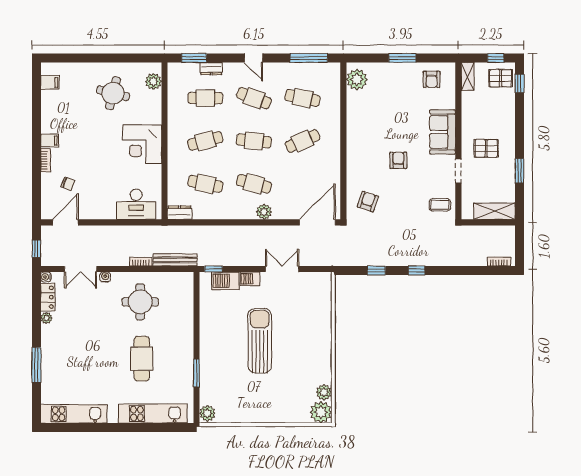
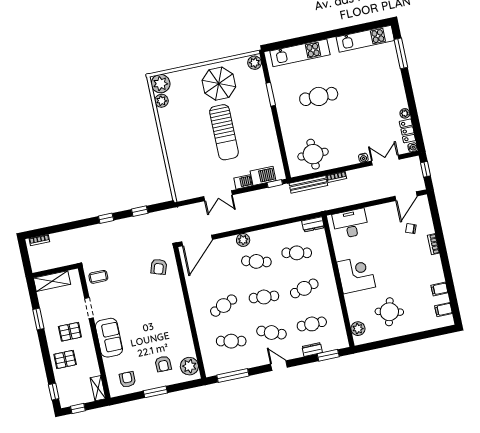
pallet: (501, 78) -> (65, 359), moved
filing cabinet: (50, 141) -> (439, 289), moved
armchair: (398, 160) -> (163, 364), moved
round table: (140, 302) -> (313, 154), moved
cafe table: (142, 359) -> (319, 96), turned 90
window: (36, 365) -> (401, 53), moved
parasol: (254, 398) -> (219, 84), added

